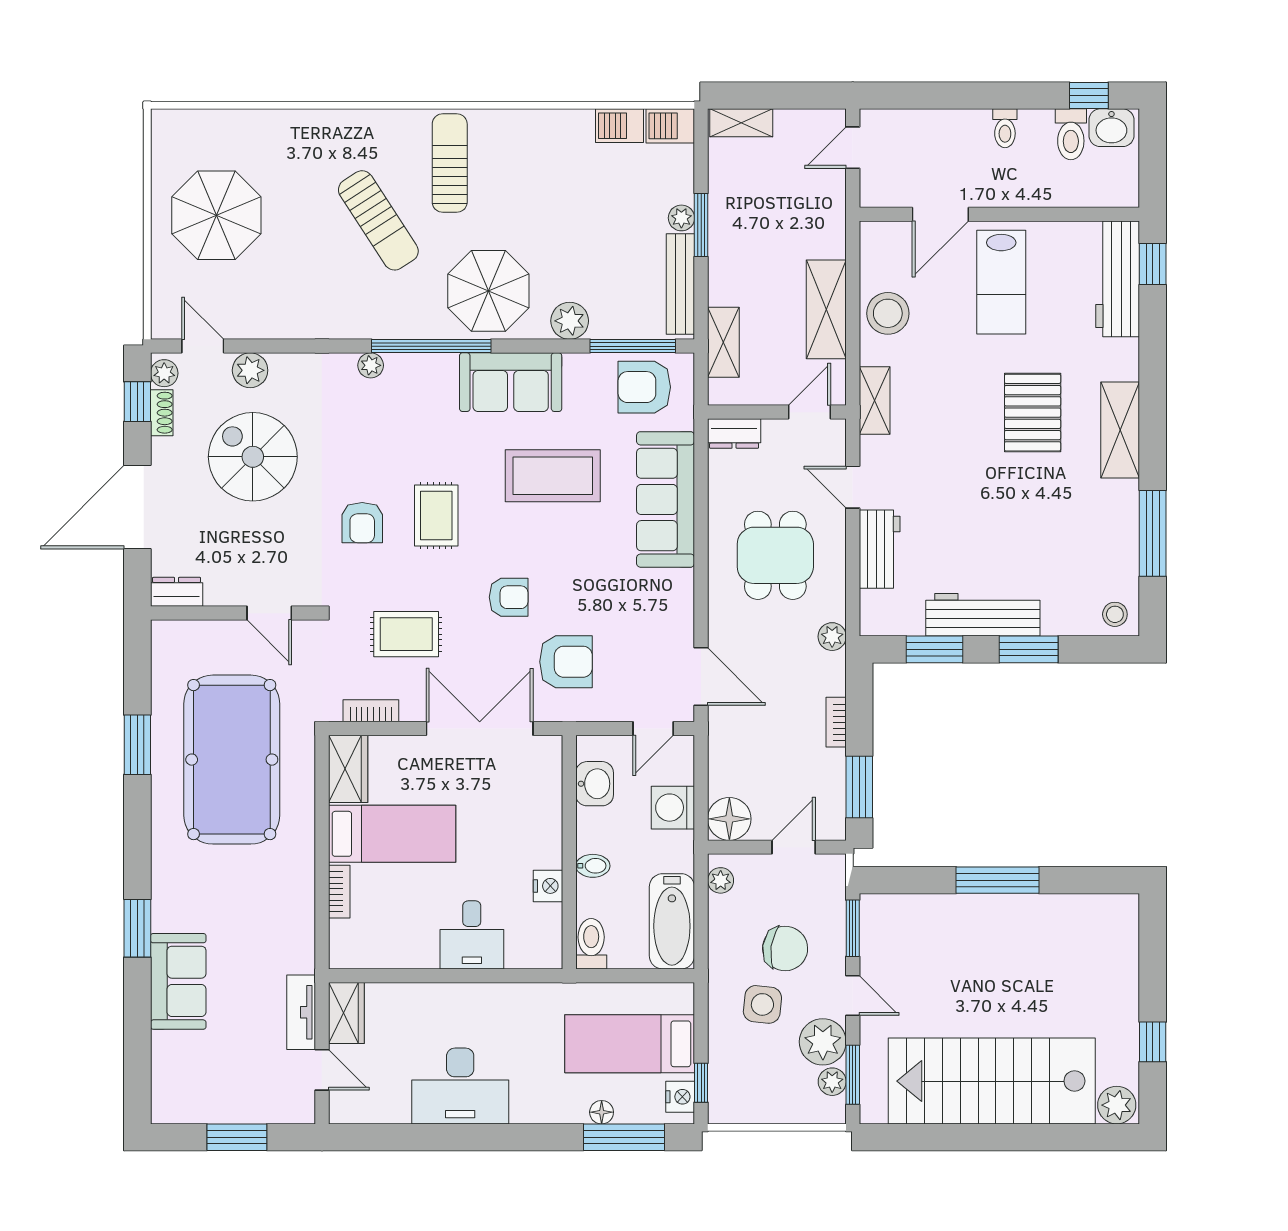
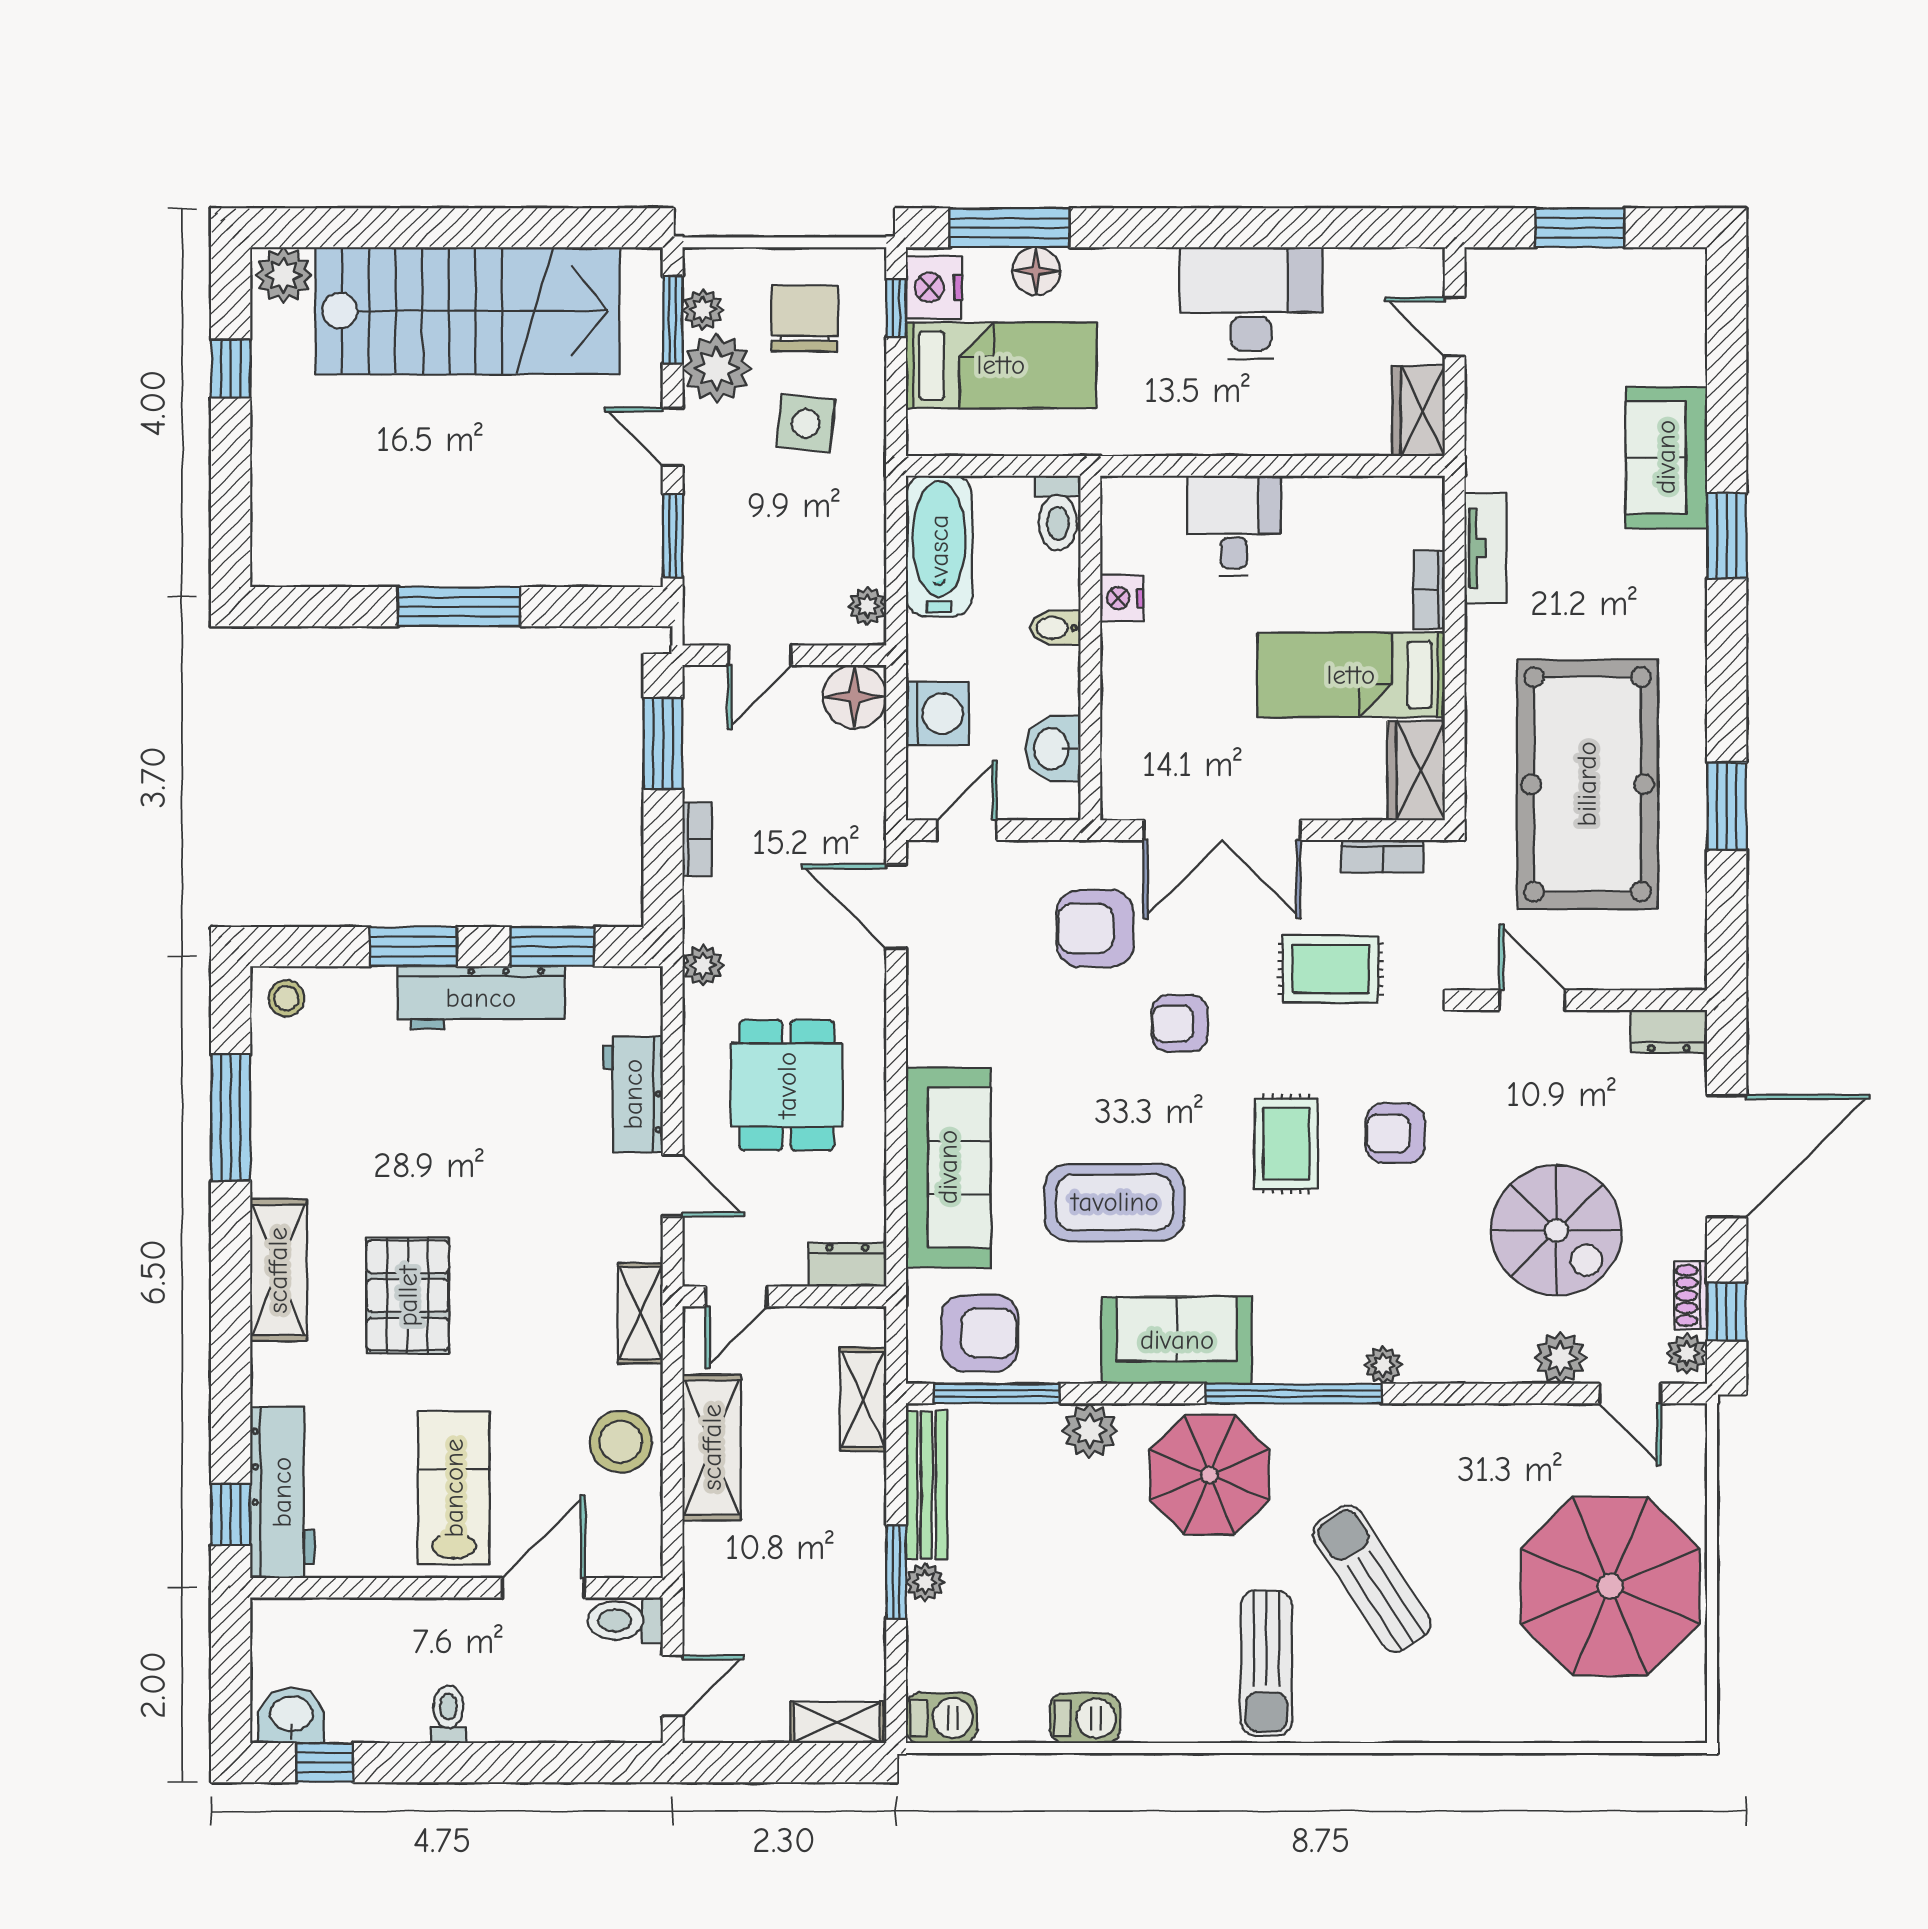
barbecue: (620, 126) -> (1085, 1718), moved
toilet: (1071, 134) -> (625, 1620), moved, turned -90
parasol: (216, 215) -> (1610, 1586), width x1.36, depth x1.36
armchair: (362, 523) -> (1395, 1133), turned -90
chair: (785, 948) -> (805, 319), moved, turned 82
tv unit: (301, 1012) -> (1485, 548), moved
nightstand: (680, 1097) -> (934, 287), width x1.36, depth x1.33
floor lamp: (602, 1112) -> (1036, 271), width x1.37, depth x1.37

